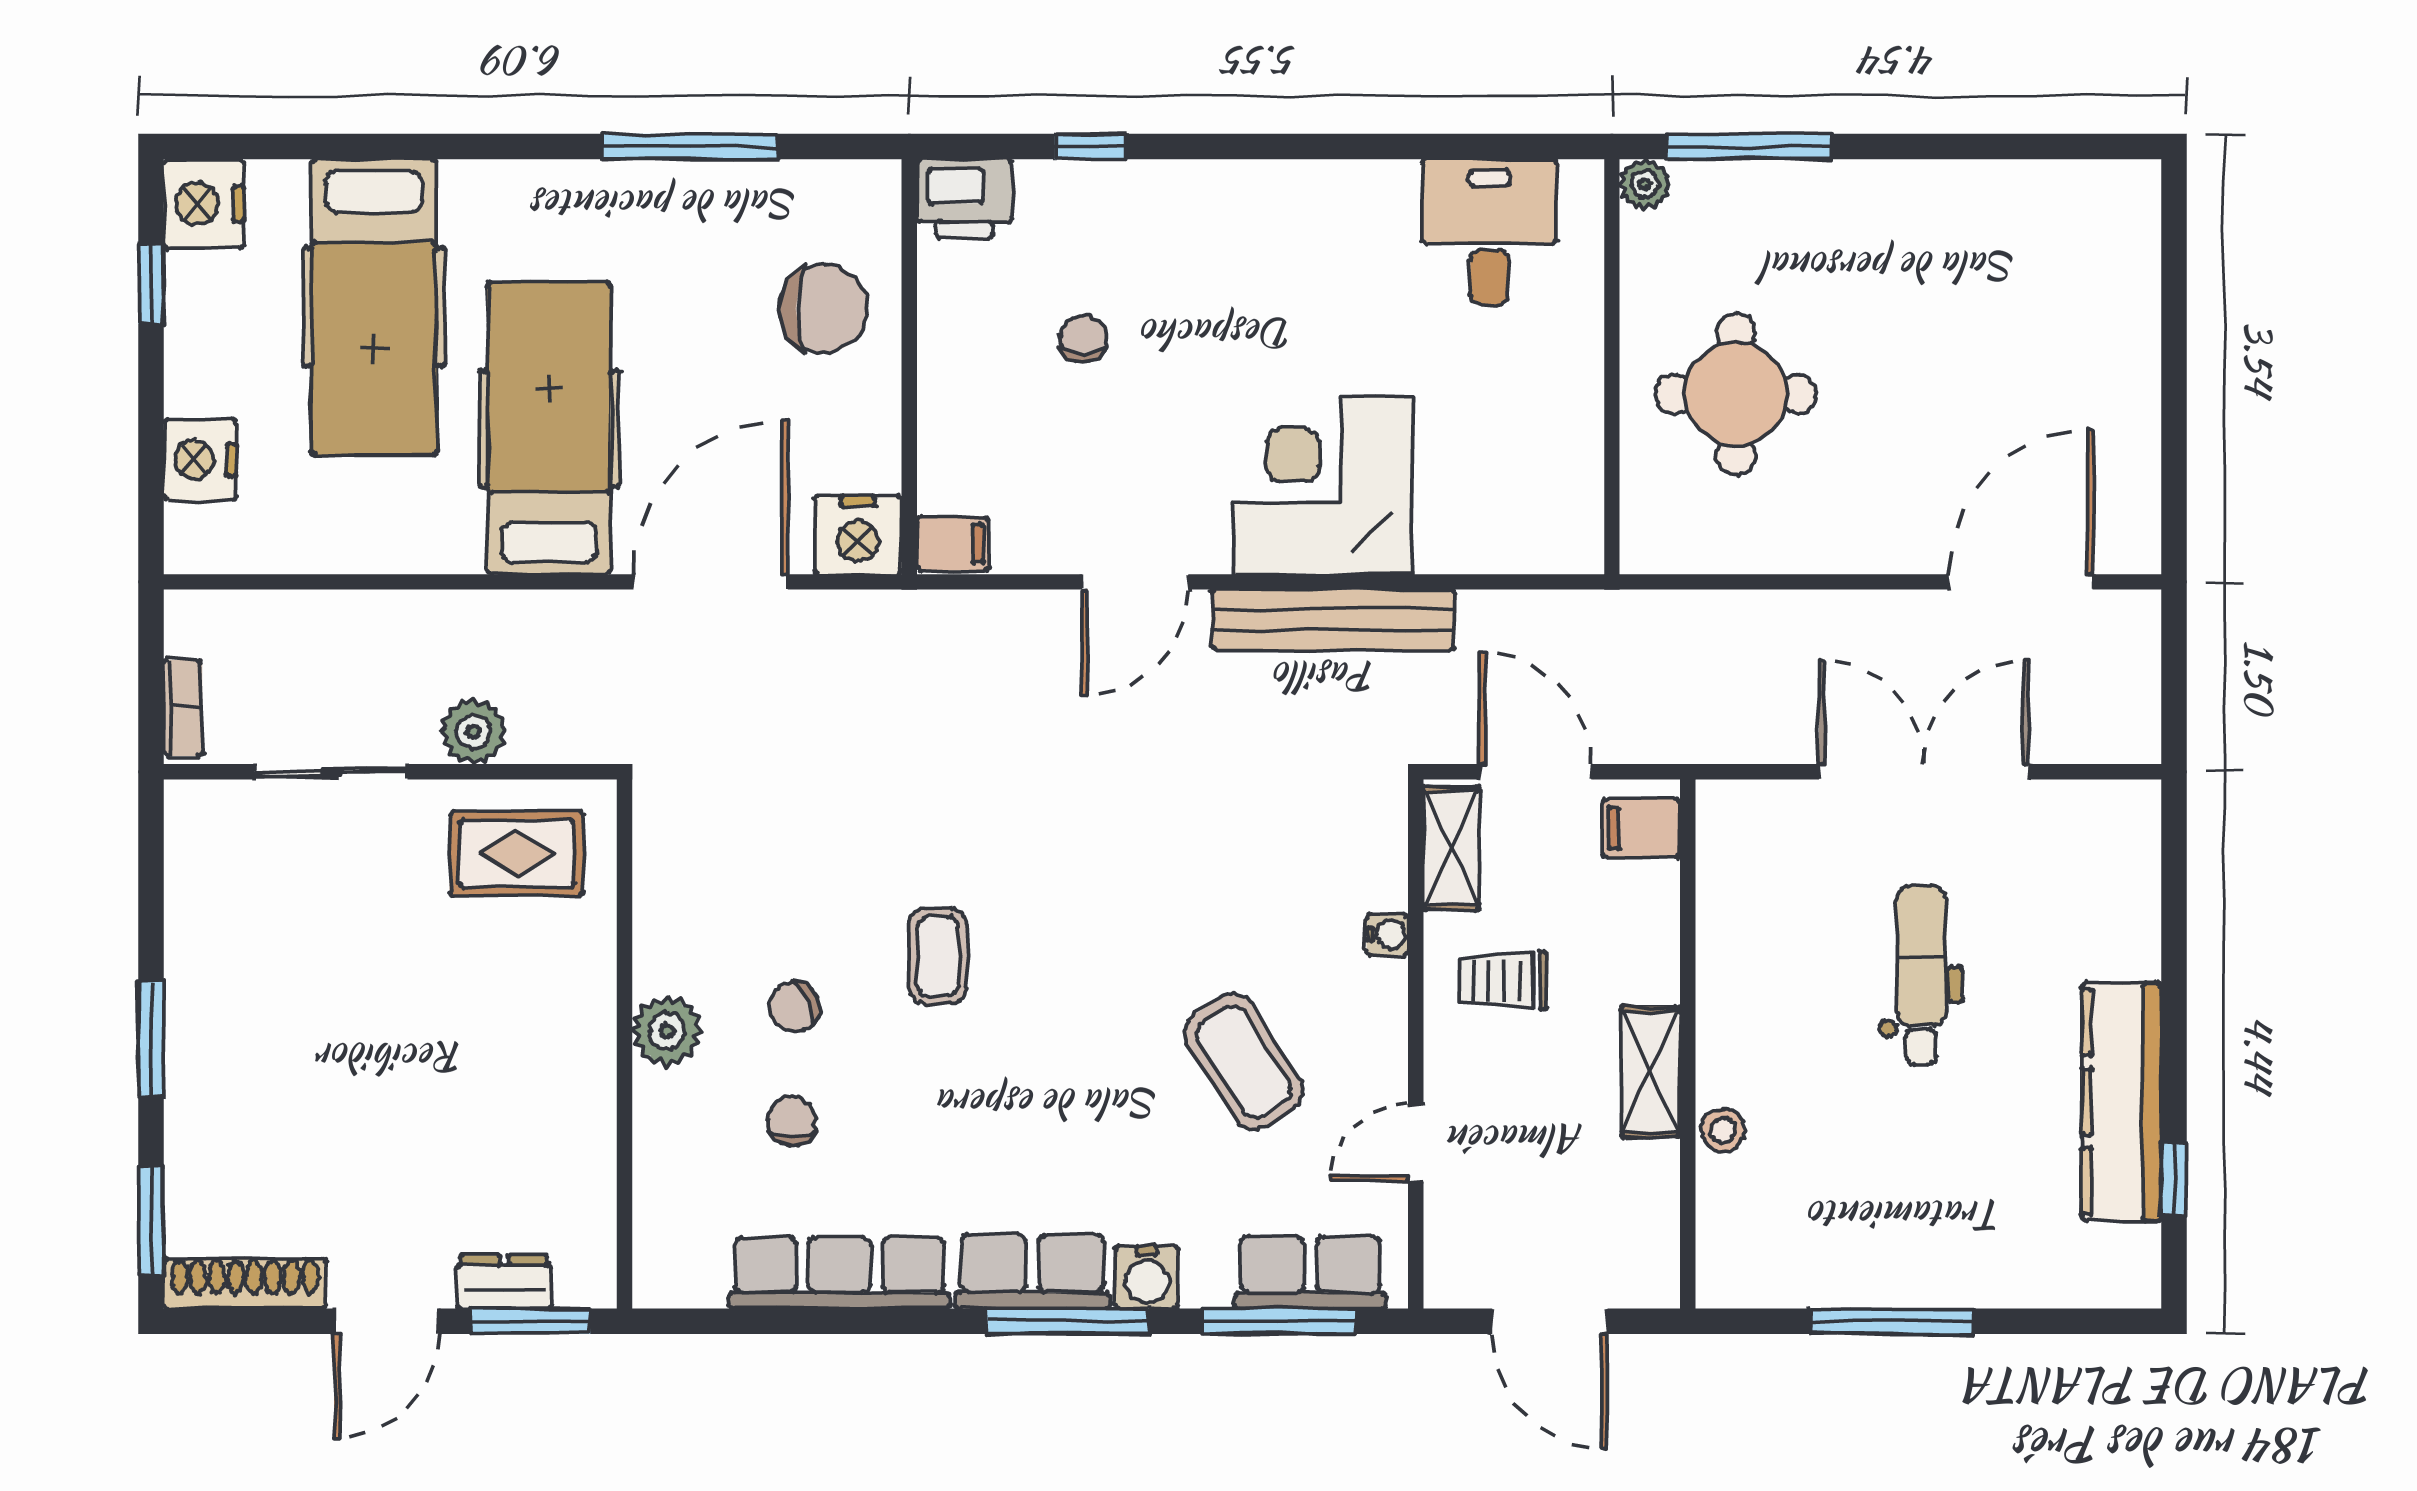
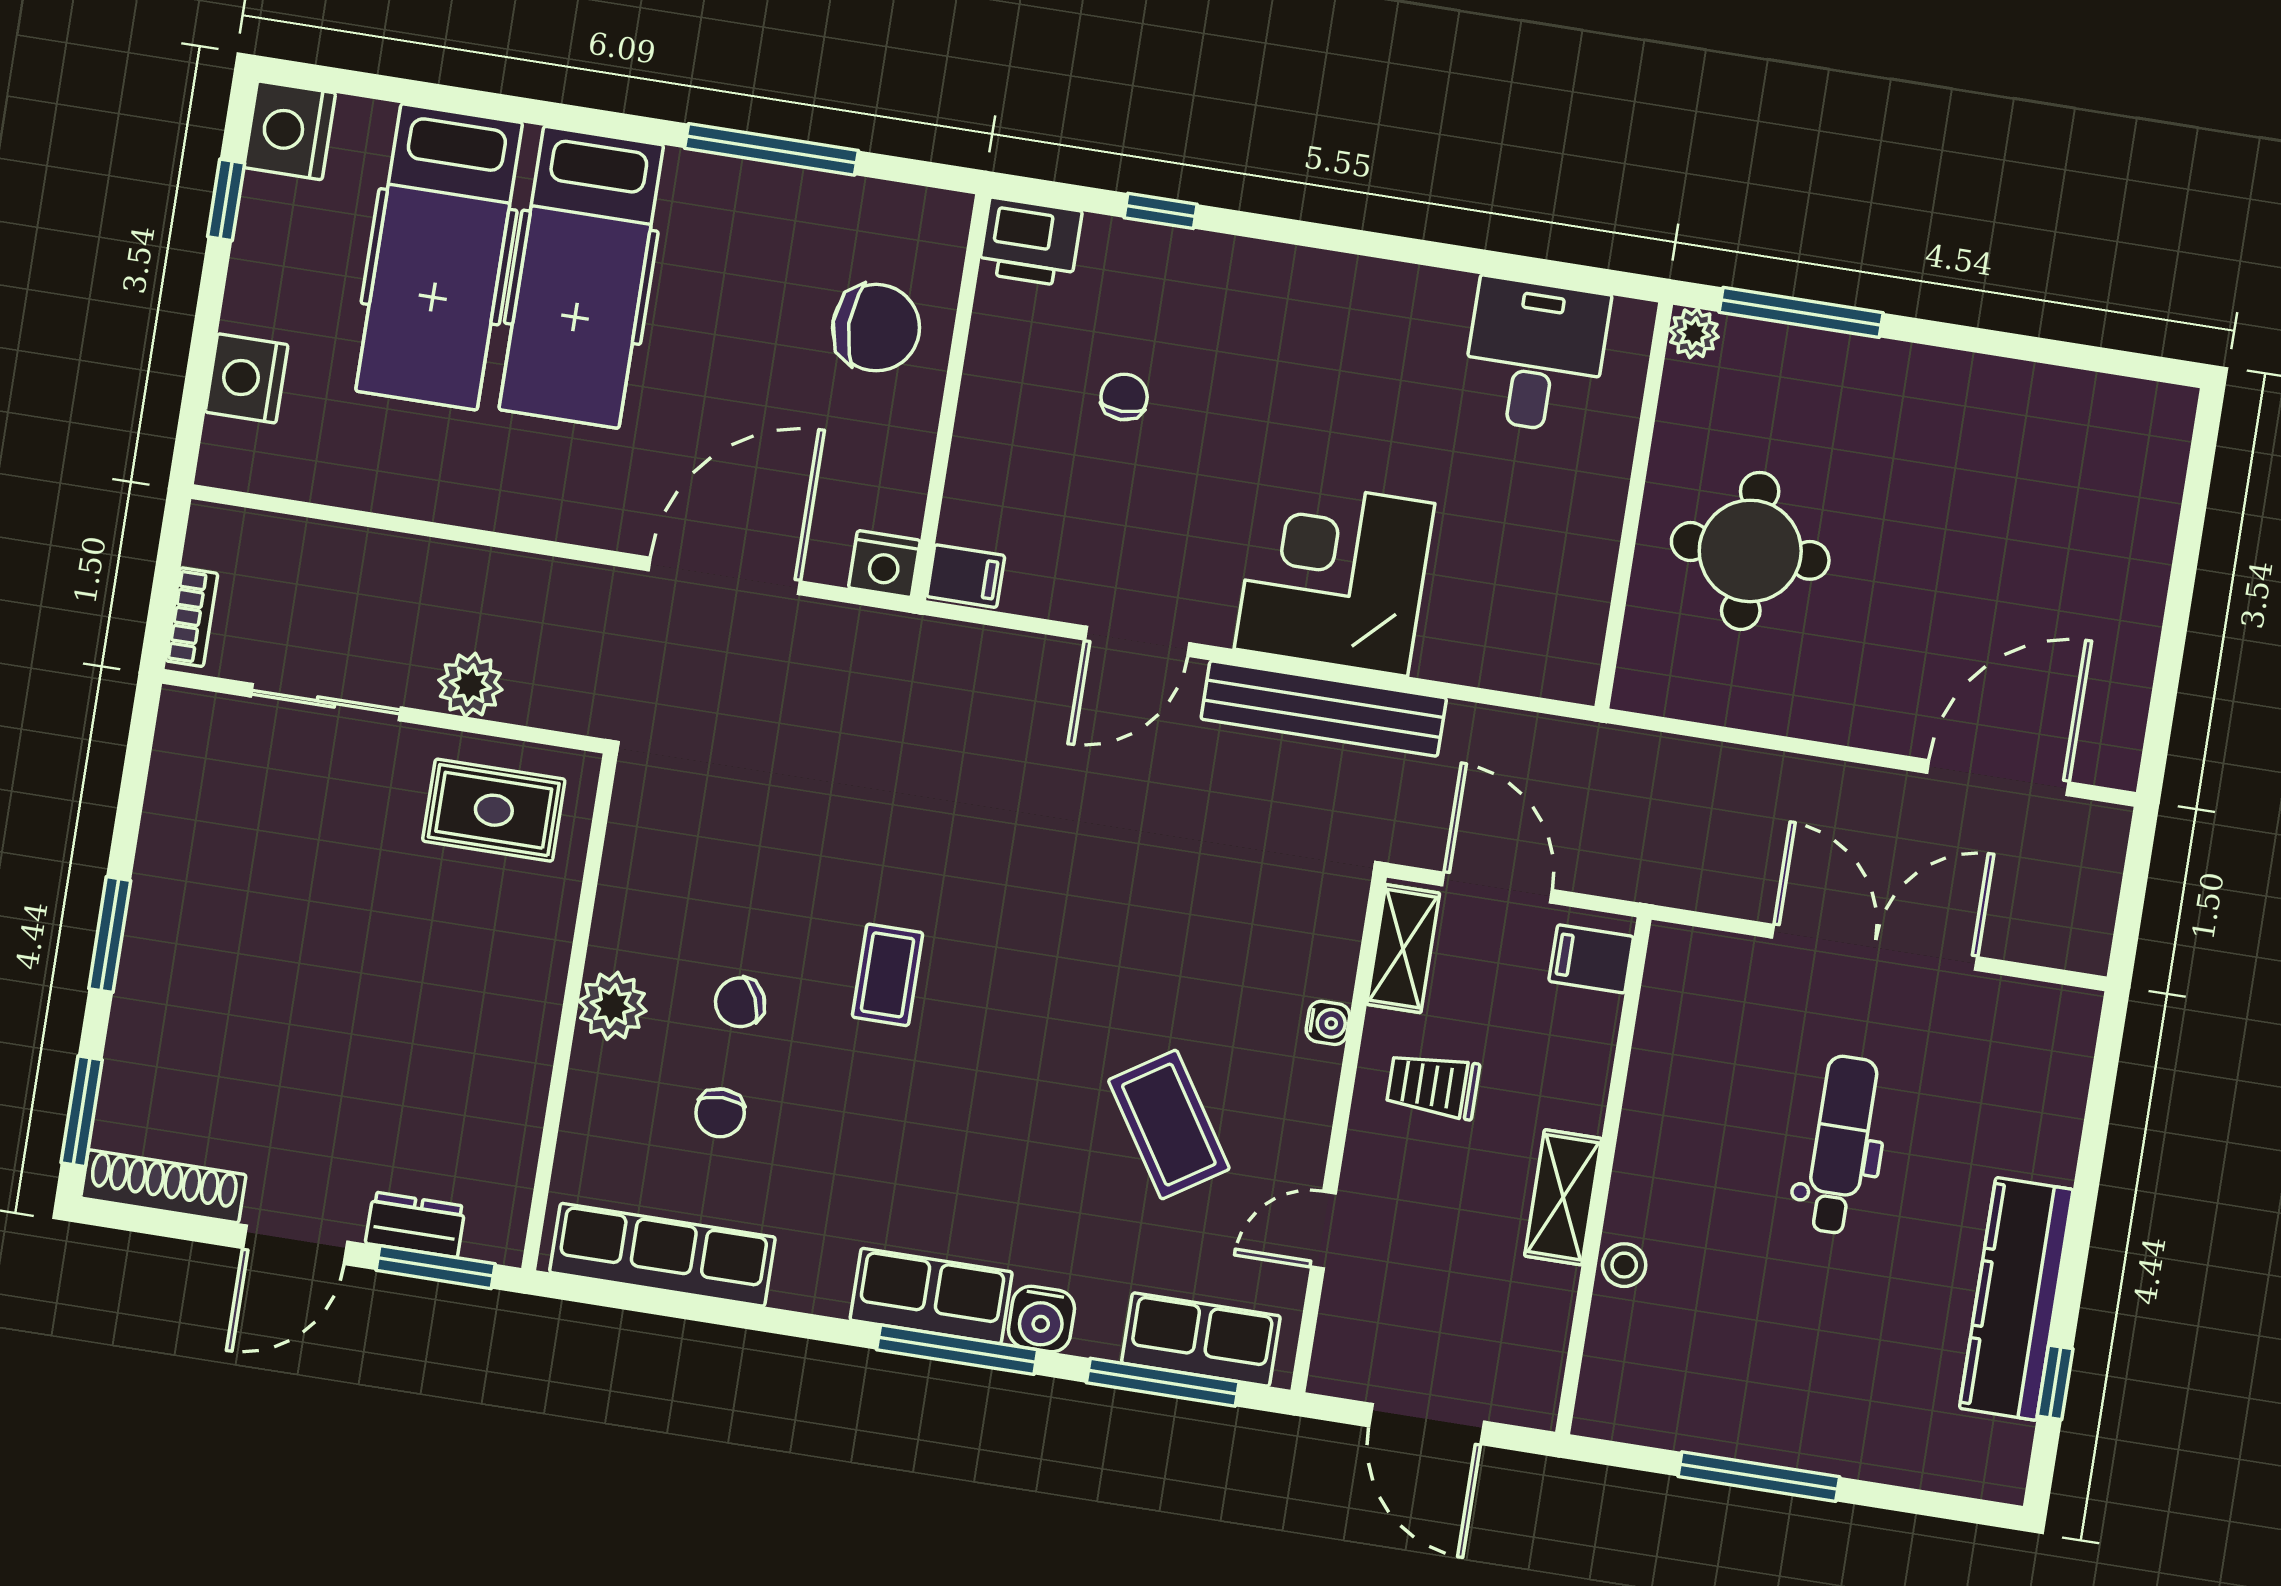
hospital bed: (549, 428) -> (581, 277), moved, turned 180
nightstand: (858, 535) -> (884, 564), width x0.74, depth x0.75
chair: (792, 1121) -> (720, 1113), turned 180
row of seats: (839, 1273) -> (662, 1255), moved

